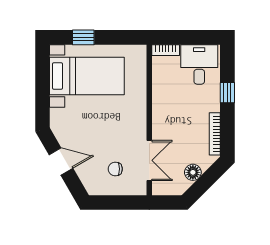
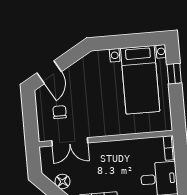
door: (61, 162) -> (49, 72), moved

